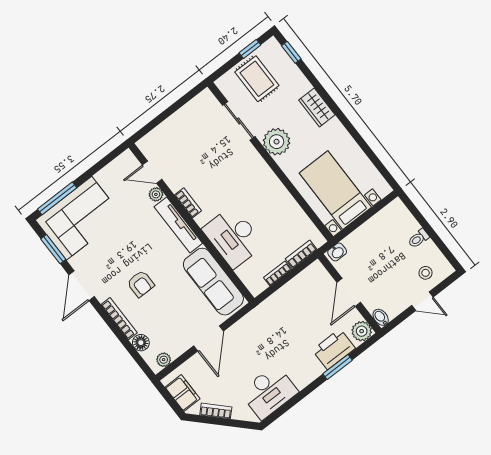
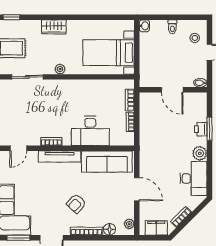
plant: (277, 142) -> (60, 69), width x0.53, depth x0.53
plant: (156, 194) -> (32, 156), removed
washbasin: (337, 252) -> (144, 26), moved
armchair: (141, 284) -> (76, 204), turned 132
plant: (362, 331) -> (200, 153), moved
printer: (334, 349) -> (201, 129), width x0.53, depth x0.68

